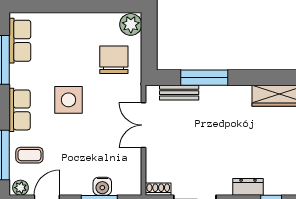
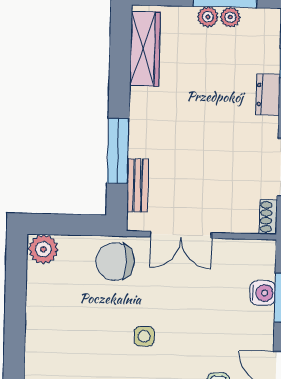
chair: (114, 60) -> (115, 261), moved
side table: (69, 100) -> (144, 336), width x0.54, depth x0.54

